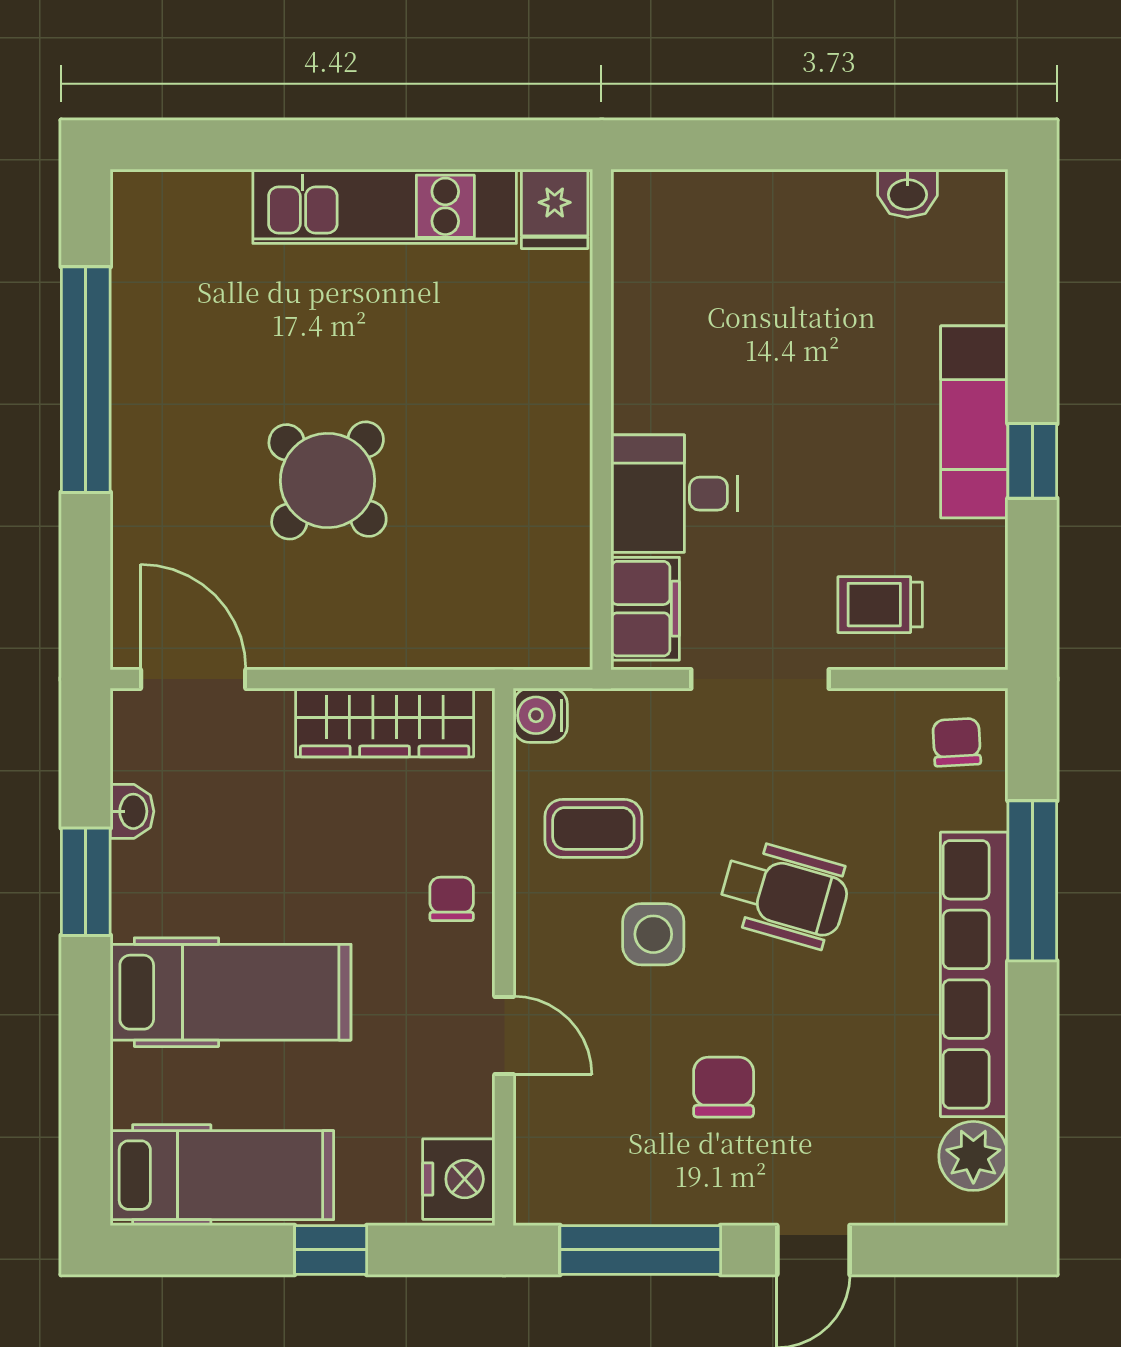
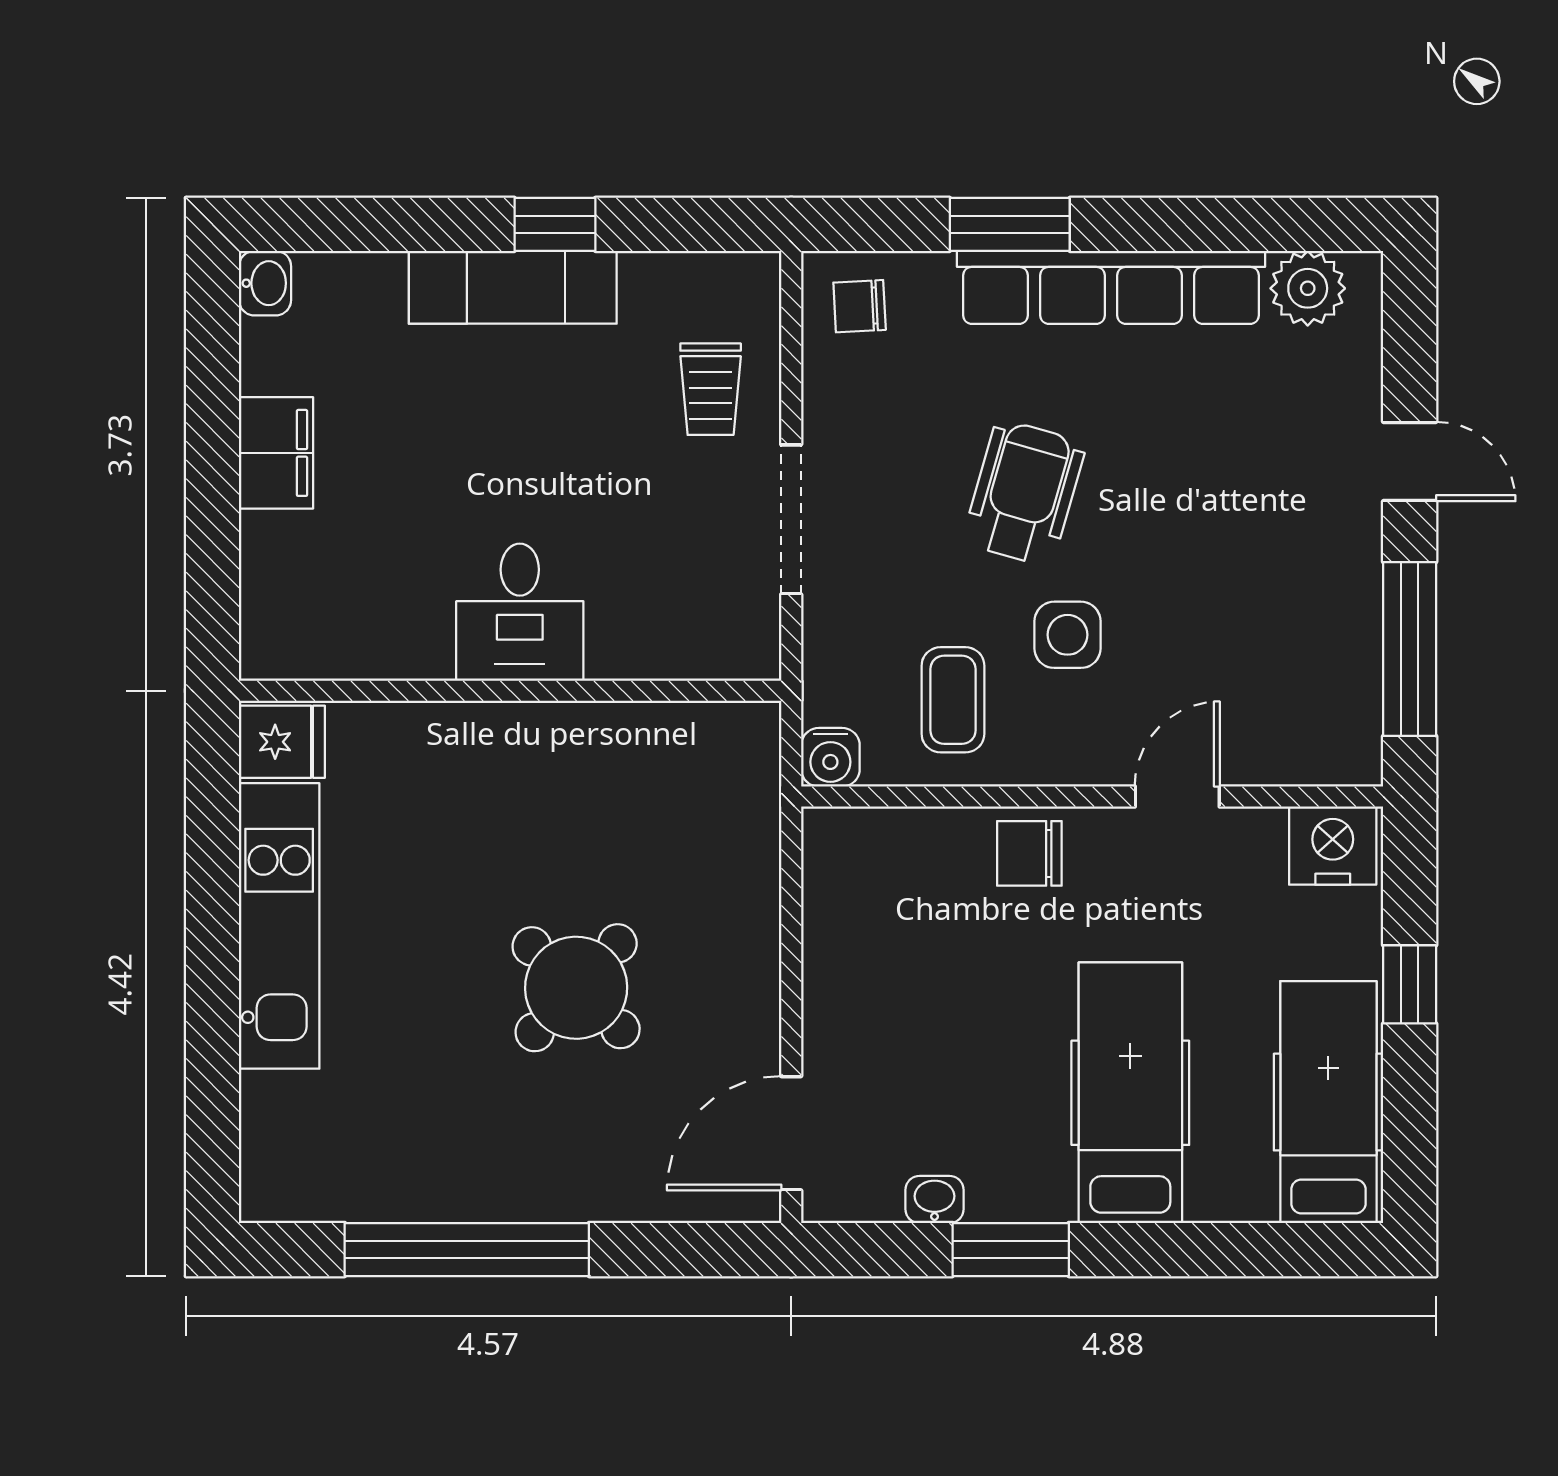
washbasin: (907, 193) -> (265, 283), moved
desk: (674, 494) -> (520, 612), moved
filing cabinet: (645, 609) -> (276, 453), moved, turned 90
wardrobe: (385, 723) -> (838, 926), removed
window: (1032, 881) -> (1010, 224), width x0.69
chair: (452, 899) -> (1029, 853), width x1.37, depth x1.37
chair: (724, 1087) -> (1233, 559), removed

